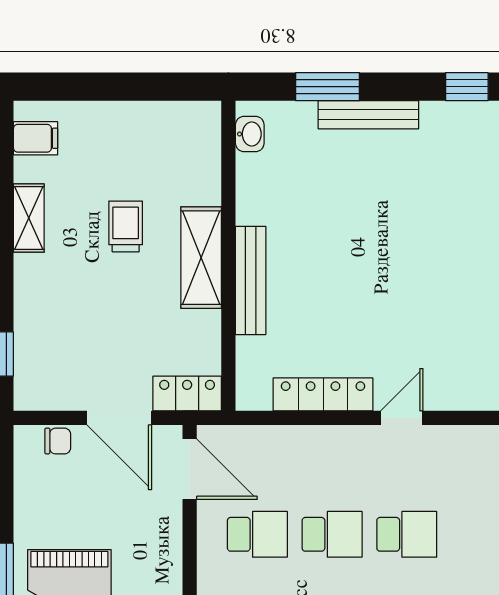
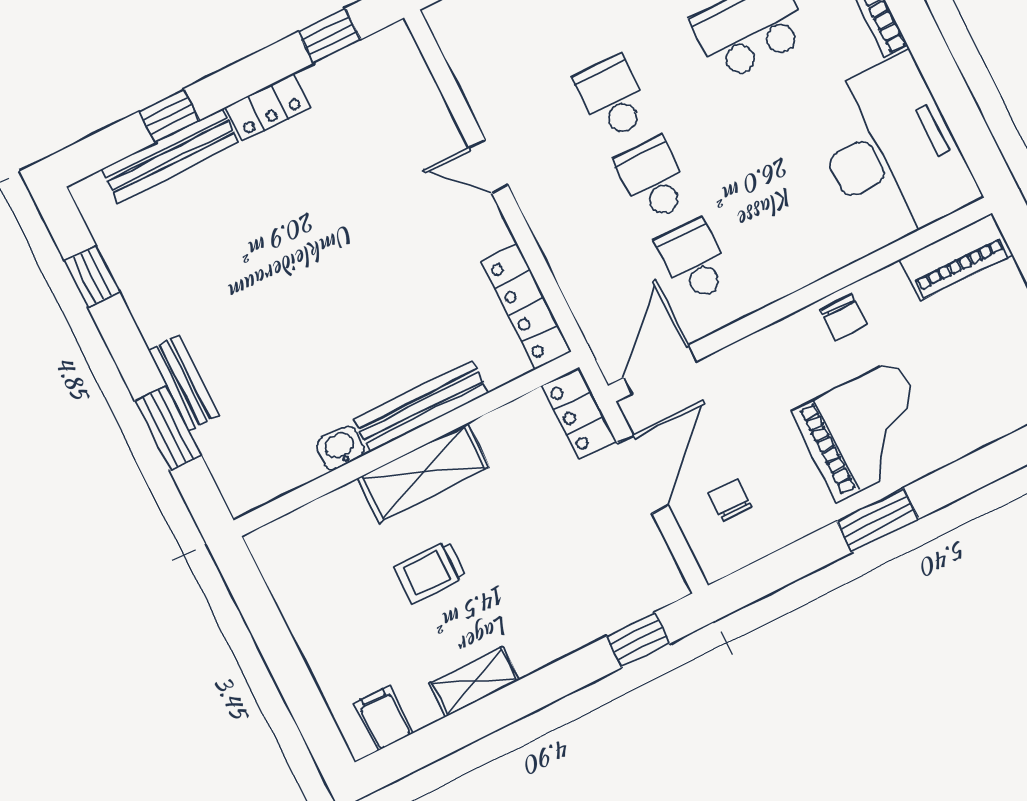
bench: (368, 115) -> (184, 383), width x0.73
washbasin: (250, 134) -> (340, 448), moved
locker: (323, 394) -> (526, 306), moved
chair: (58, 441) -> (731, 500), moved

